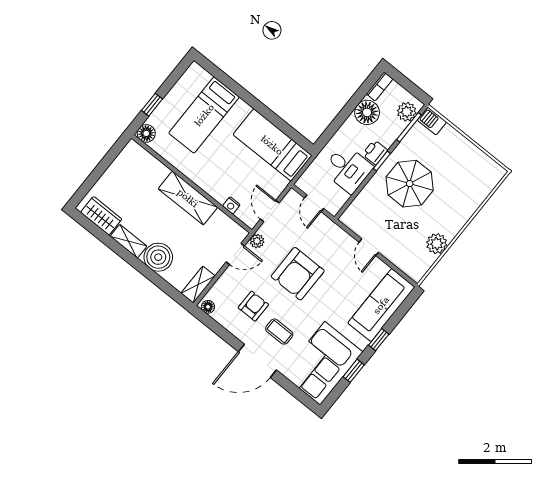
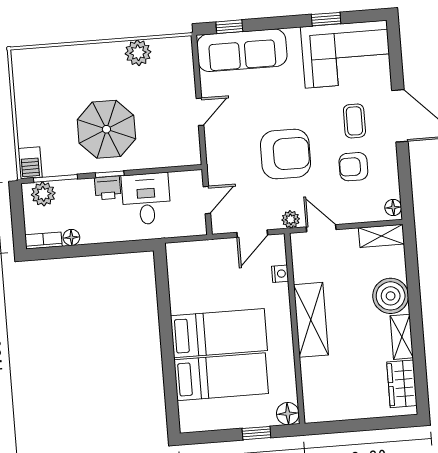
floor lamp: (367, 112) -> (71, 237), width x0.53, depth x0.53
bed: (272, 145) -> (219, 333), moved, turned -90
window: (379, 340) -> (229, 27), moved

